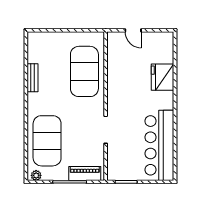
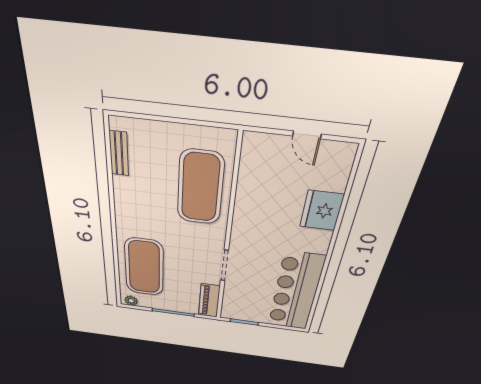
door: (133, 30) -> (307, 135), moved
bench: (33, 78) -> (119, 153), moved
piano: (85, 174) -> (209, 301), moved, turned -90

